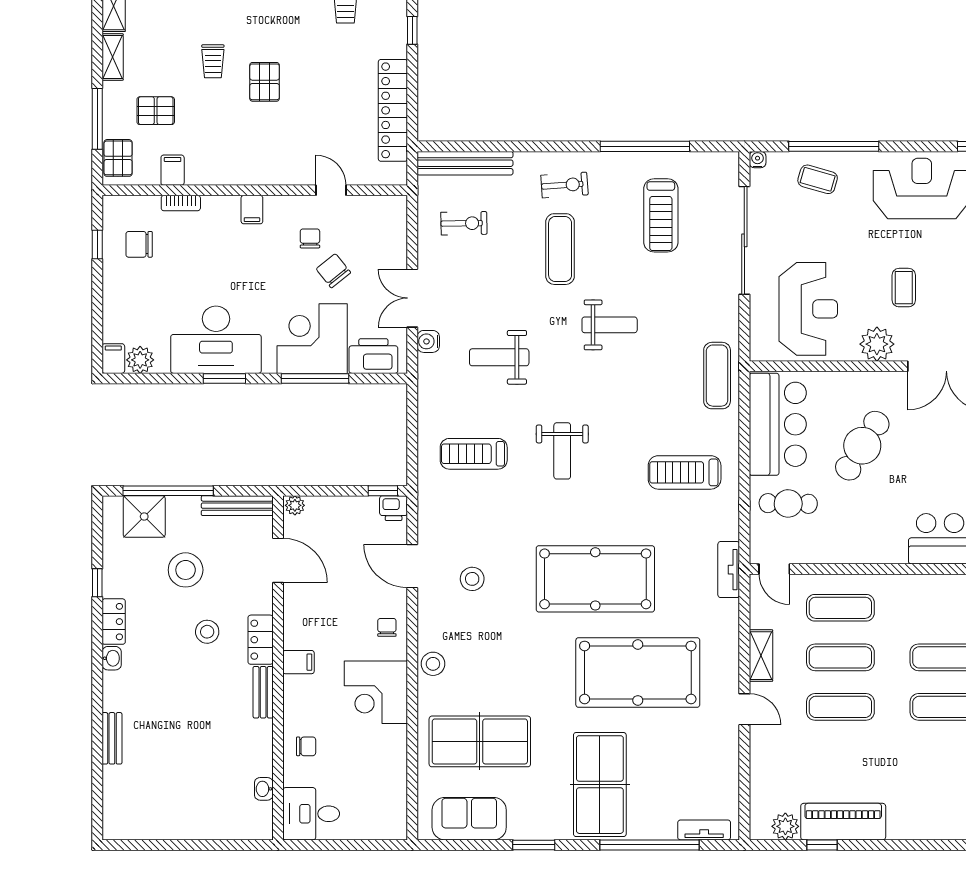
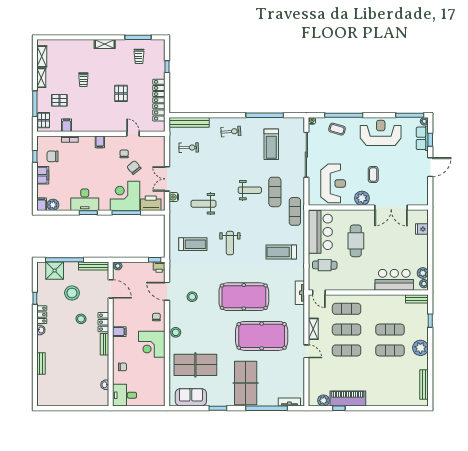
pallet: (265, 82) -> (121, 93), moved
exercise mat: (560, 249) -> (275, 192), moved
filing cabinet: (116, 289) -> (43, 175), added
desk: (216, 340) -> (85, 200), width x0.73, depth x0.77
cafe table: (862, 446) -> (356, 241), turned -32
treadmill: (474, 454) -> (193, 244), turned 180

